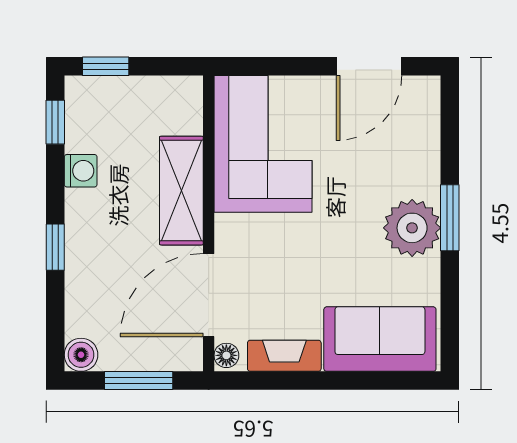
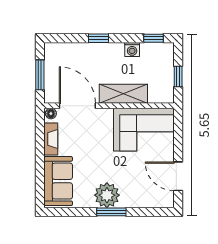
window: (106, 66) -> (178, 77), moved
boiler: (81, 355) -> (51, 50), removed

